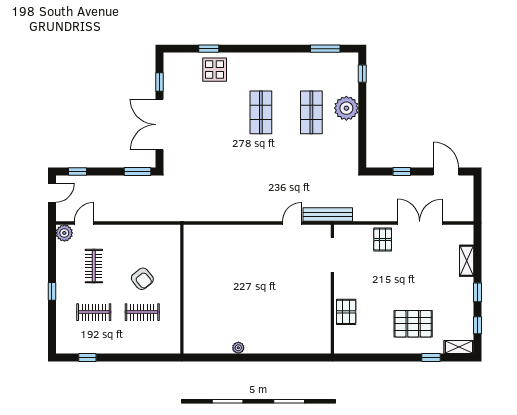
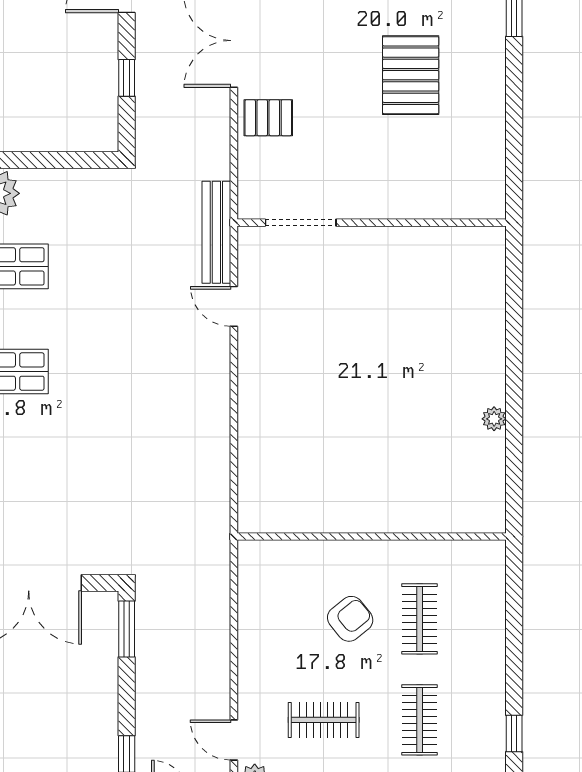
pallet: (346, 312) -> (419, 194), removed
pallet: (413, 324) -> (411, 75), moved

